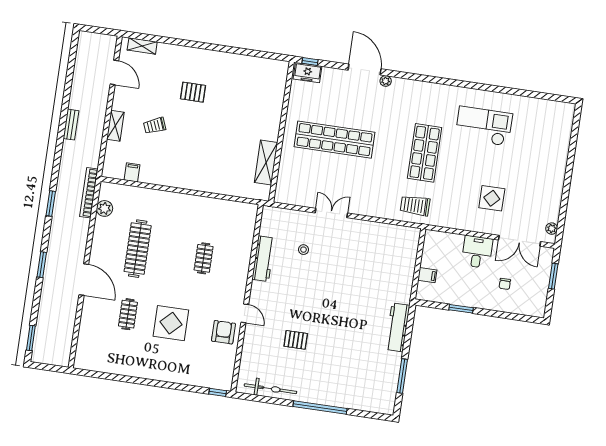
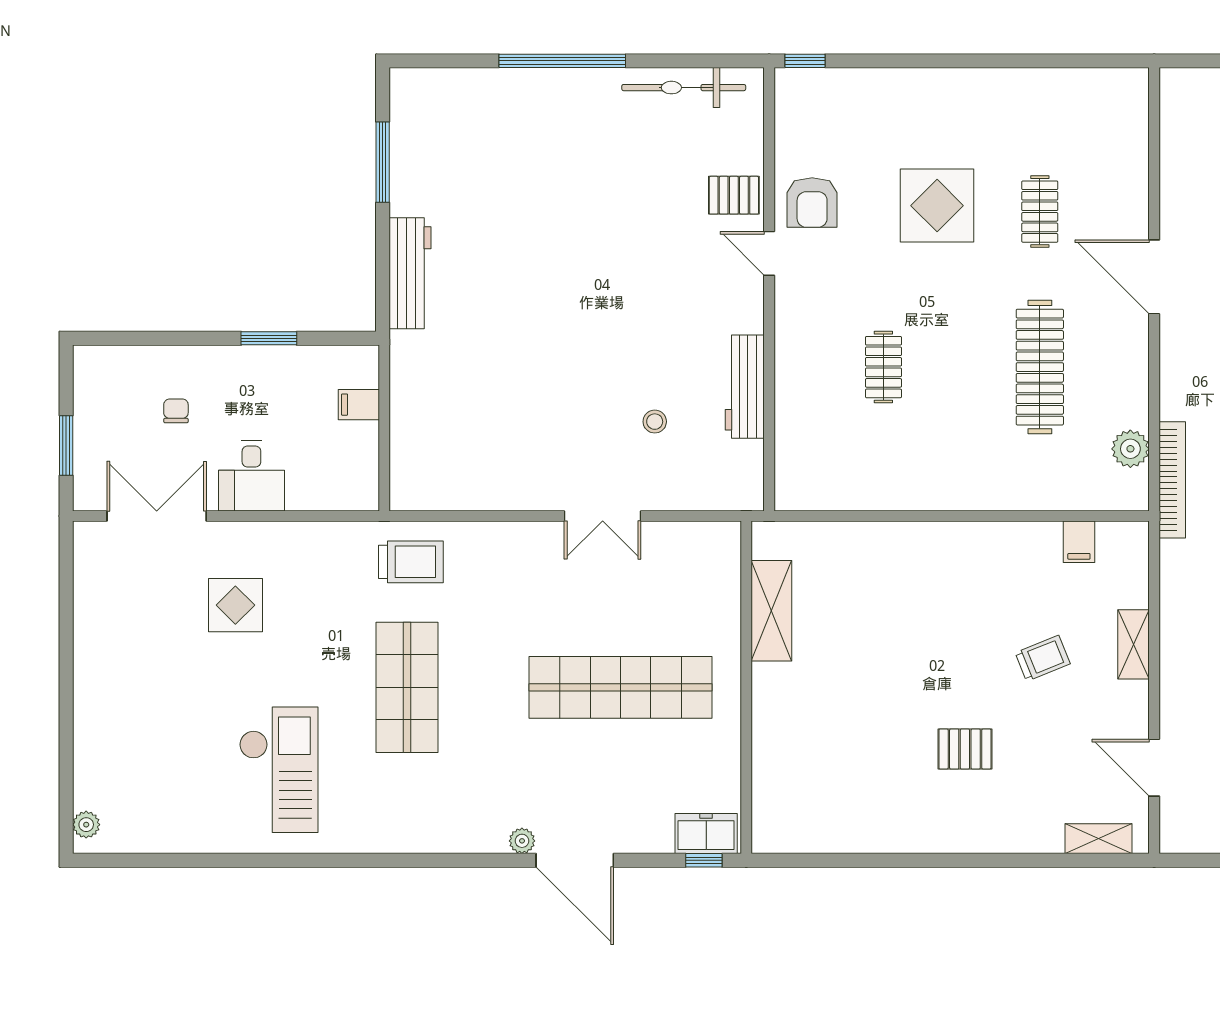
checkout: (484, 126) -> (279, 770), turned -90
plant: (552, 229) -> (86, 825), moved
pallet: (296, 340) -> (734, 195), moved

